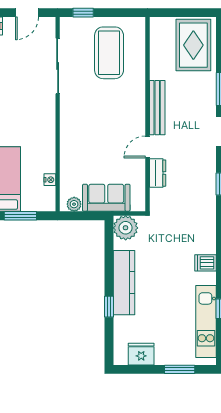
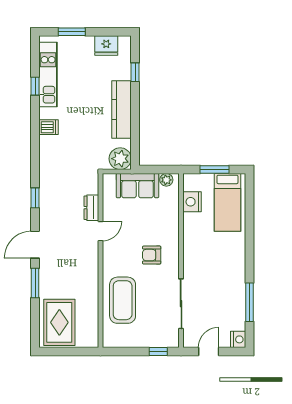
coffee table: (109, 53) -> (123, 300), moved
bench: (157, 108) -> (92, 266), removed
armchair: (90, 120) -> (152, 255), added
nightstand: (50, 180) -> (192, 202), width x1.89, depth x1.79
window: (109, 307) -> (135, 72), moved

